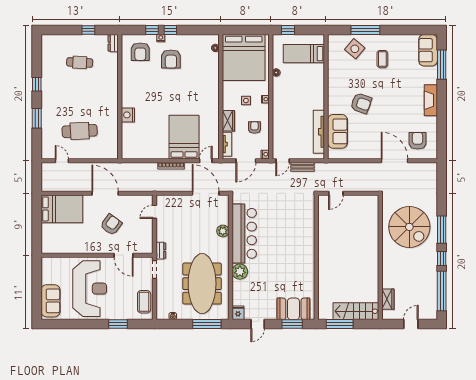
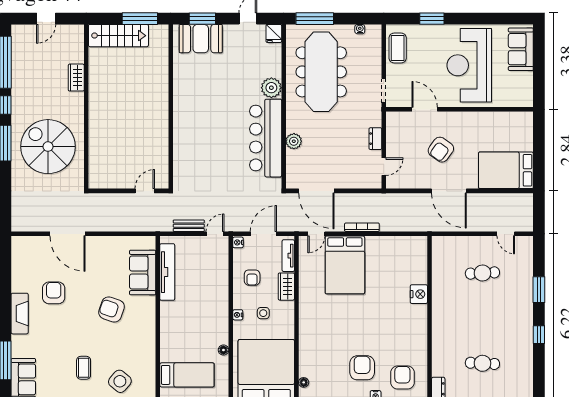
cafe table: (80, 131) -> (482, 273), width x0.73, depth x0.74
armchair: (418, 141) -> (54, 293), moved, turned 180
dresser: (161, 251) -> (375, 139), moved
wardrobe: (388, 299) -> (76, 78), moved

